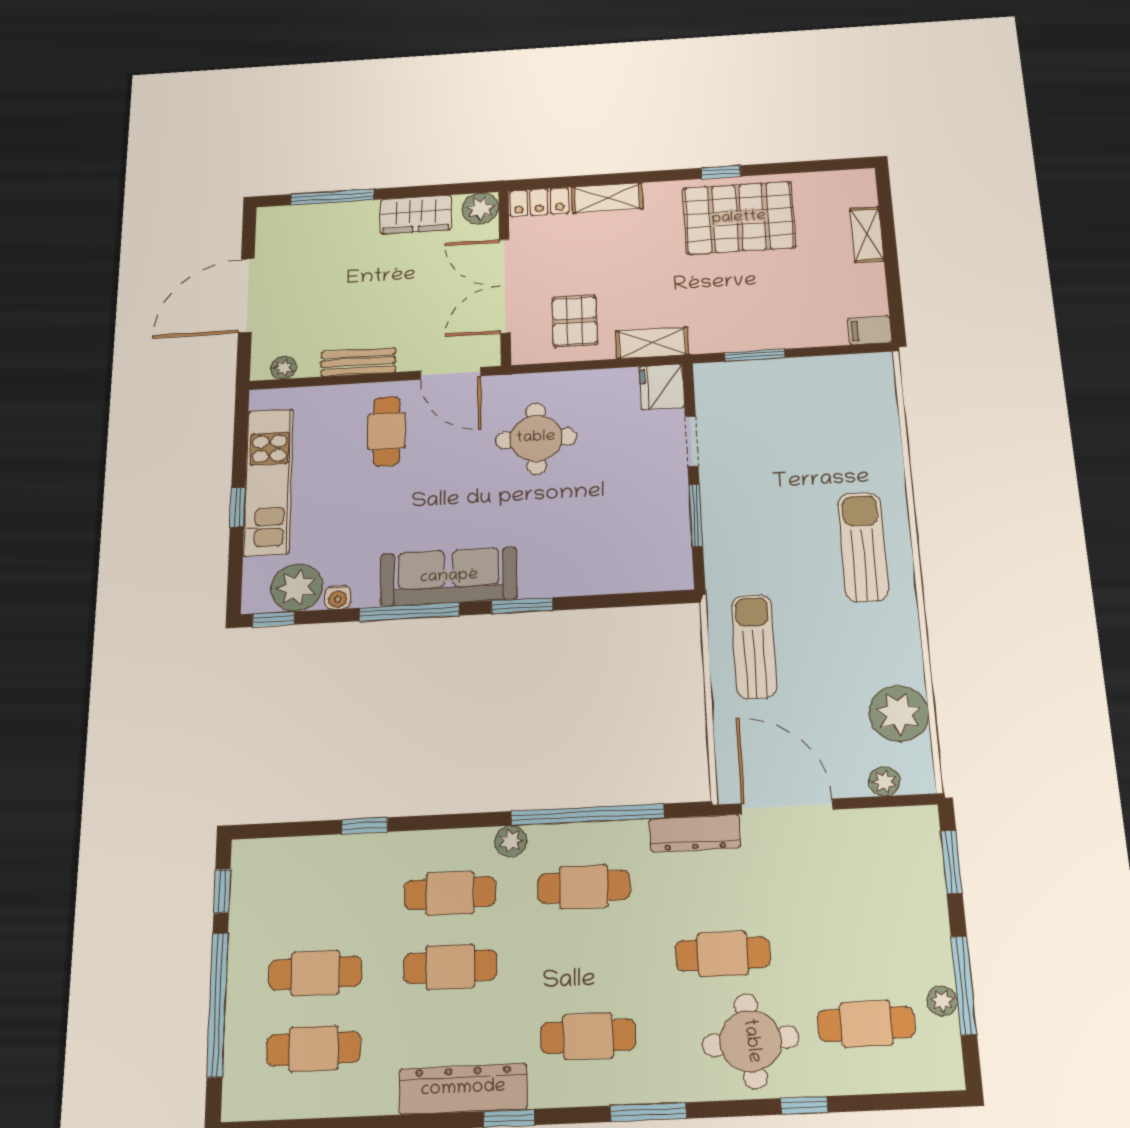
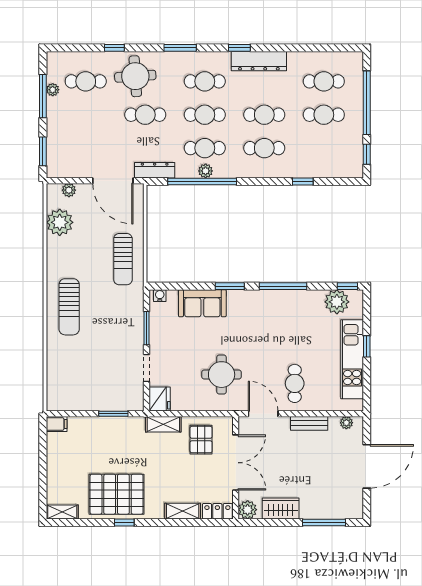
shelving: (867, 235) -> (62, 512), moved, turned 90
sofa: (449, 577) -> (202, 303), moved, width x0.73
water cooler: (338, 597) -> (160, 296), moved
plant: (511, 841) -> (206, 171), moved
cafe table: (586, 960) -> (205, 115), added

